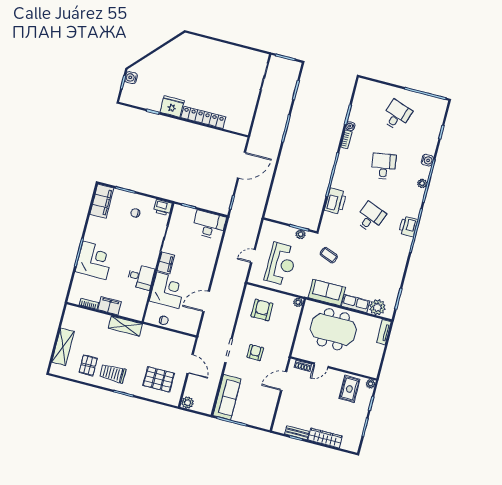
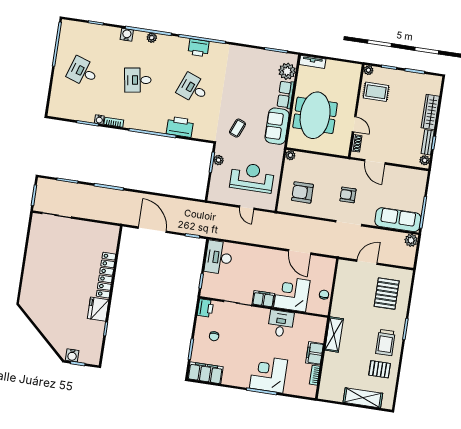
plant: (188, 403) -> (411, 240), moved
plant: (280, 428) -> (425, 160), added

